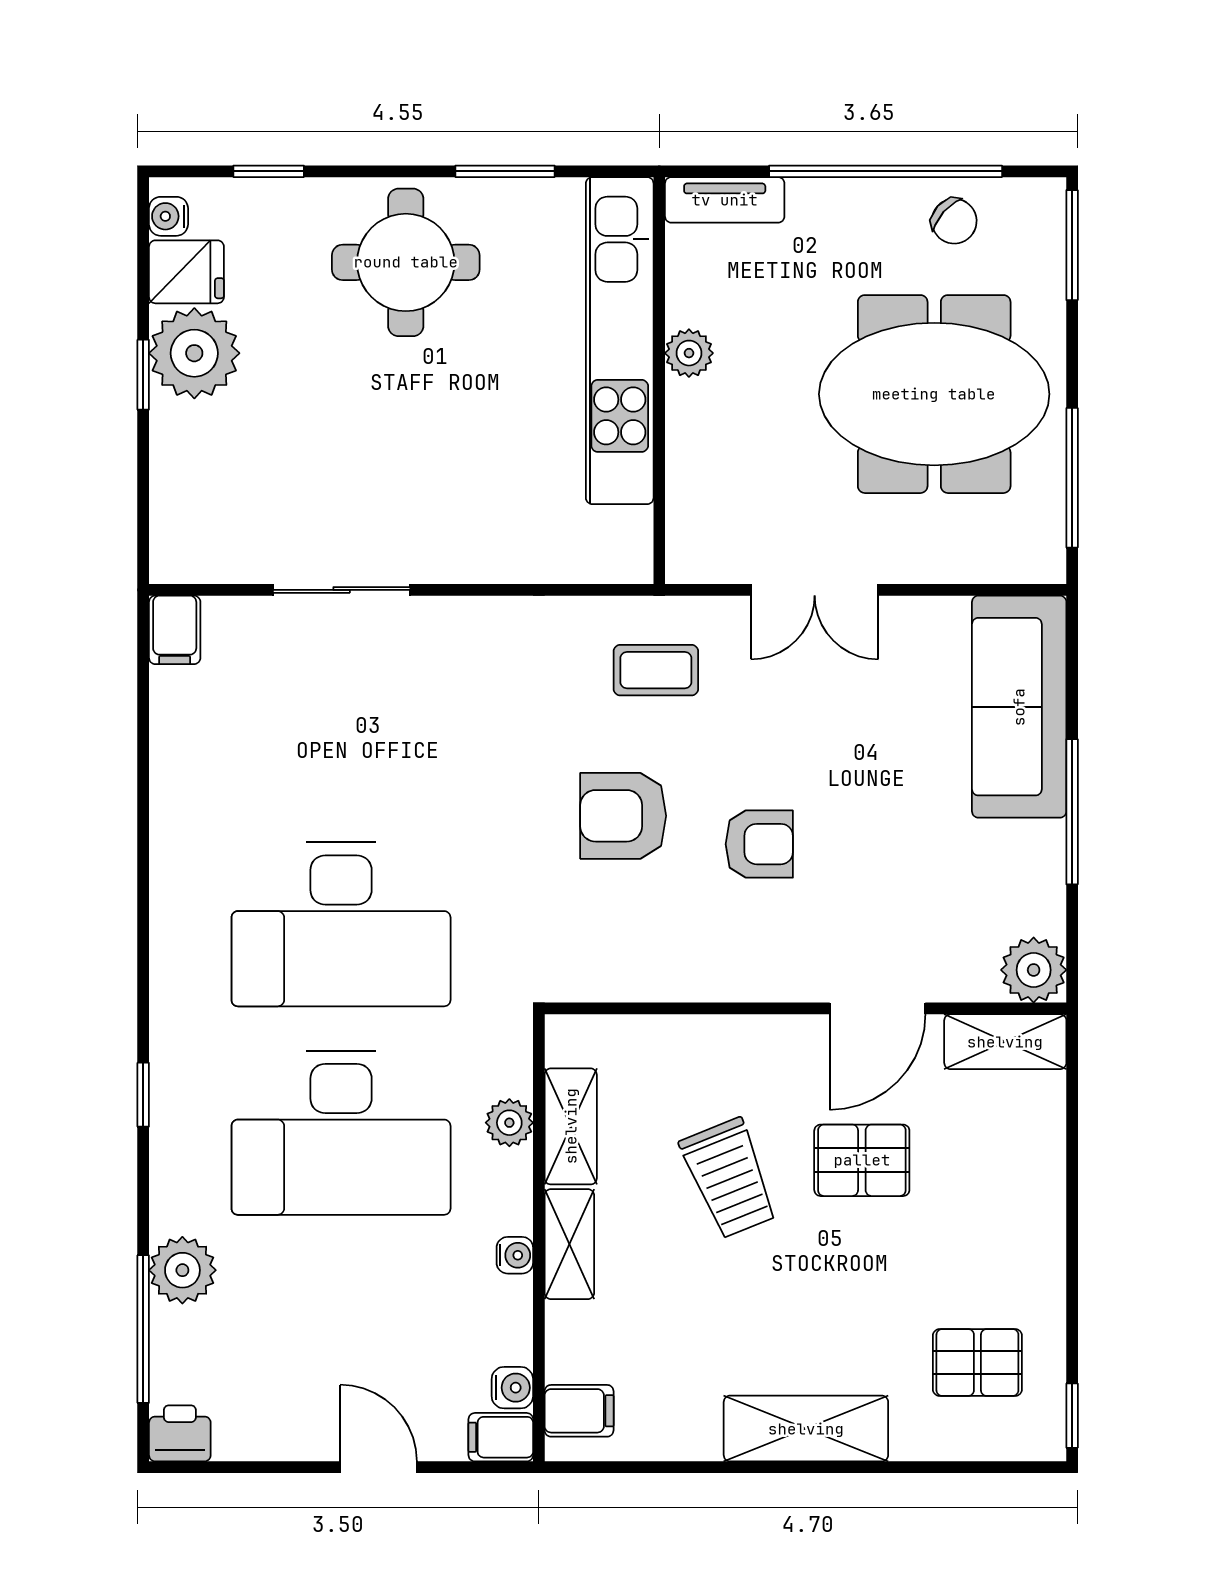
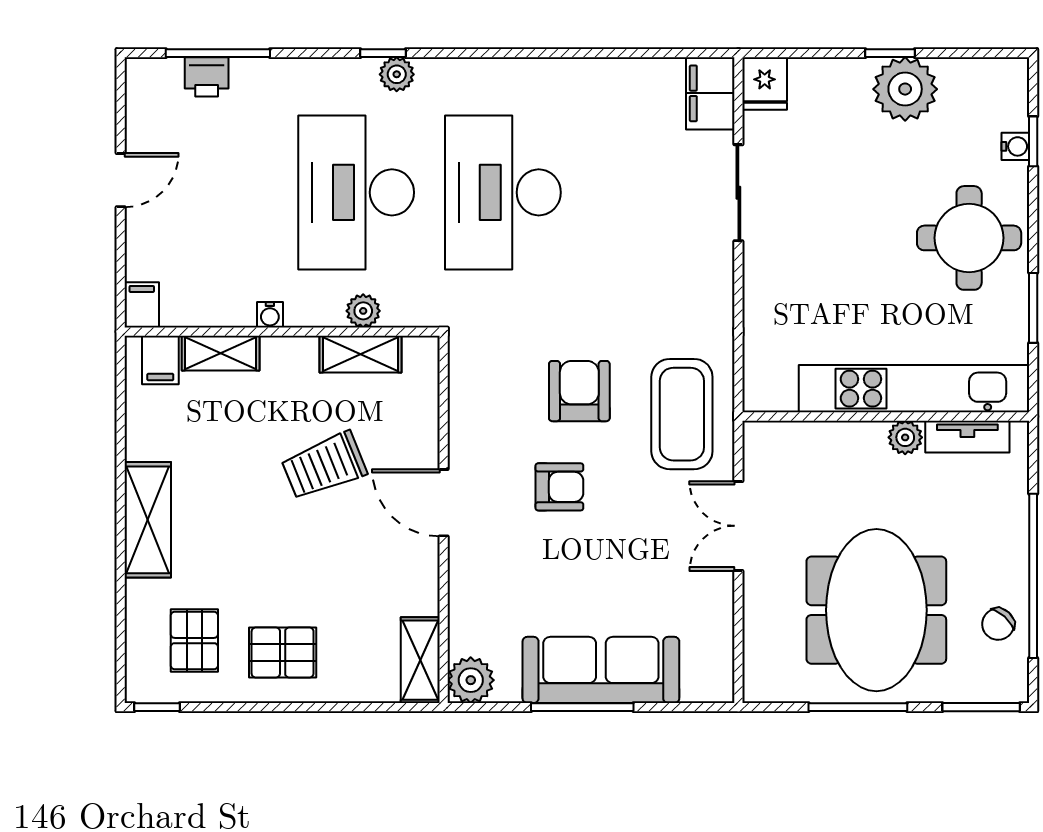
tv unit: (725, 200) -> (967, 437), moved, turned -90
water cooler: (168, 216) -> (1015, 146), moved, turned 90
fridge: (186, 272) -> (765, 84), moved
window: (1072, 478) -> (858, 707), moved
filing cabinet: (175, 630) -> (710, 93), width x2.00
coffee table: (656, 670) -> (682, 414), width x1.86, depth x1.72
sofa: (1019, 707) -> (601, 670), moved
armchair: (759, 844) -> (559, 487), turned -90
door: (878, 1008) -> (444, 503), moved
pallet: (862, 1160) -> (283, 652), moved, turned 90
shelving: (569, 1244) -> (221, 353), moved
plant: (182, 1270) -> (397, 74), moved, width x0.73, depth x0.73
water cooler: (512, 1388) -> (177, 313), removed
printer: (180, 1433) -> (207, 77), moved, turned 90
door: (378, 1467) -> (121, 180), moved

